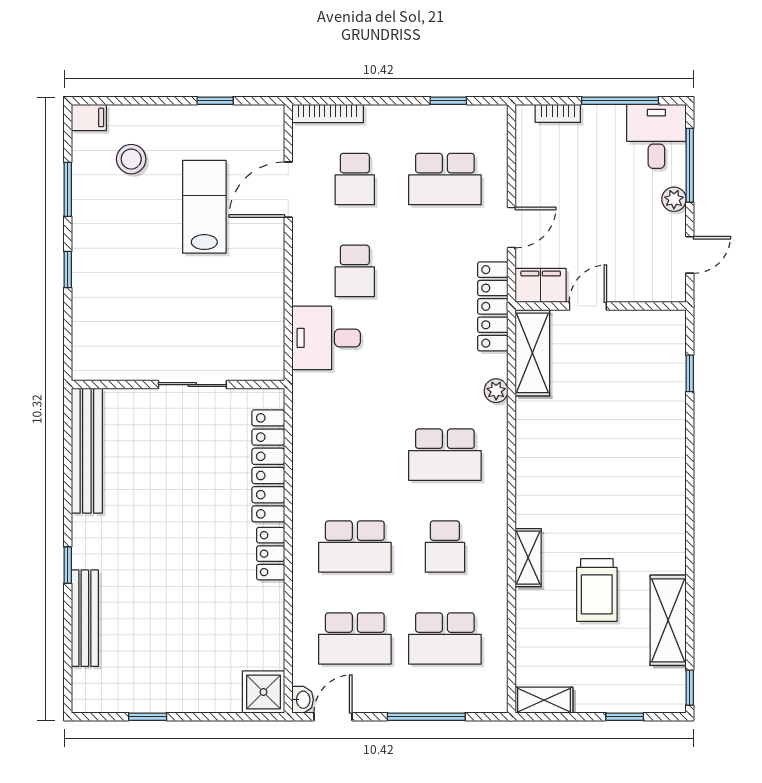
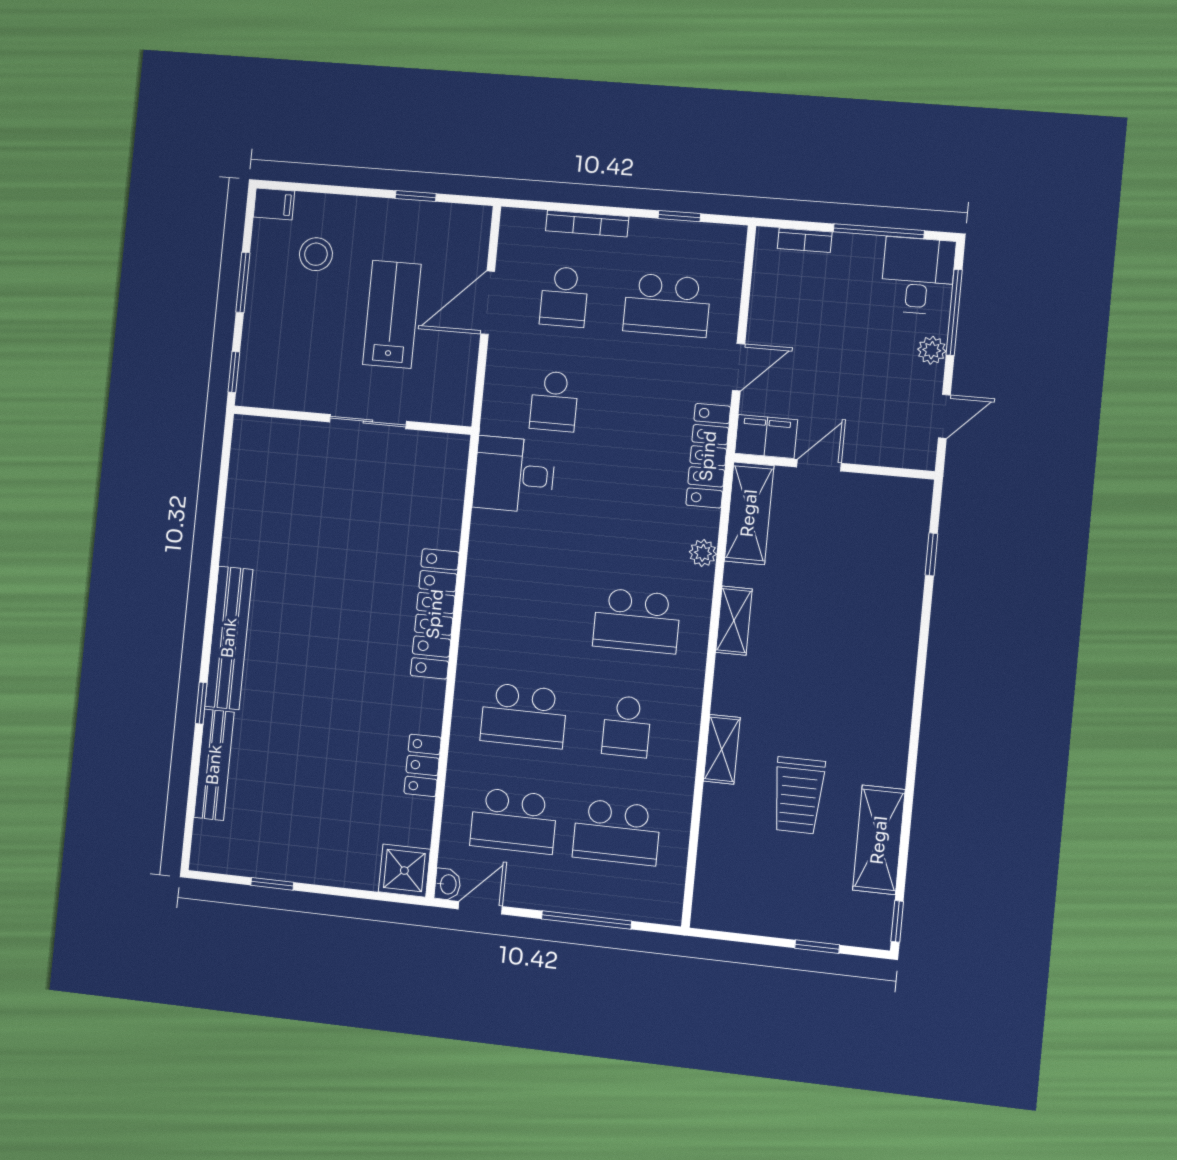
bookcase: (328, 113) -> (587, 224), moved
wall: (178, 385) -> (352, 420), moved
sliding door: (192, 385) -> (368, 422), moved
bench: (87, 451) -> (229, 638), moved
locker: (271, 554) -> (423, 765), moved
shelving: (544, 700) -> (734, 621), moved, turned 90

